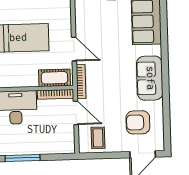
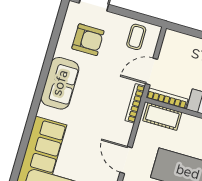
door: (74, 49) -> (126, 160), moved
door: (76, 113) -> (151, 71), hinge flipped

